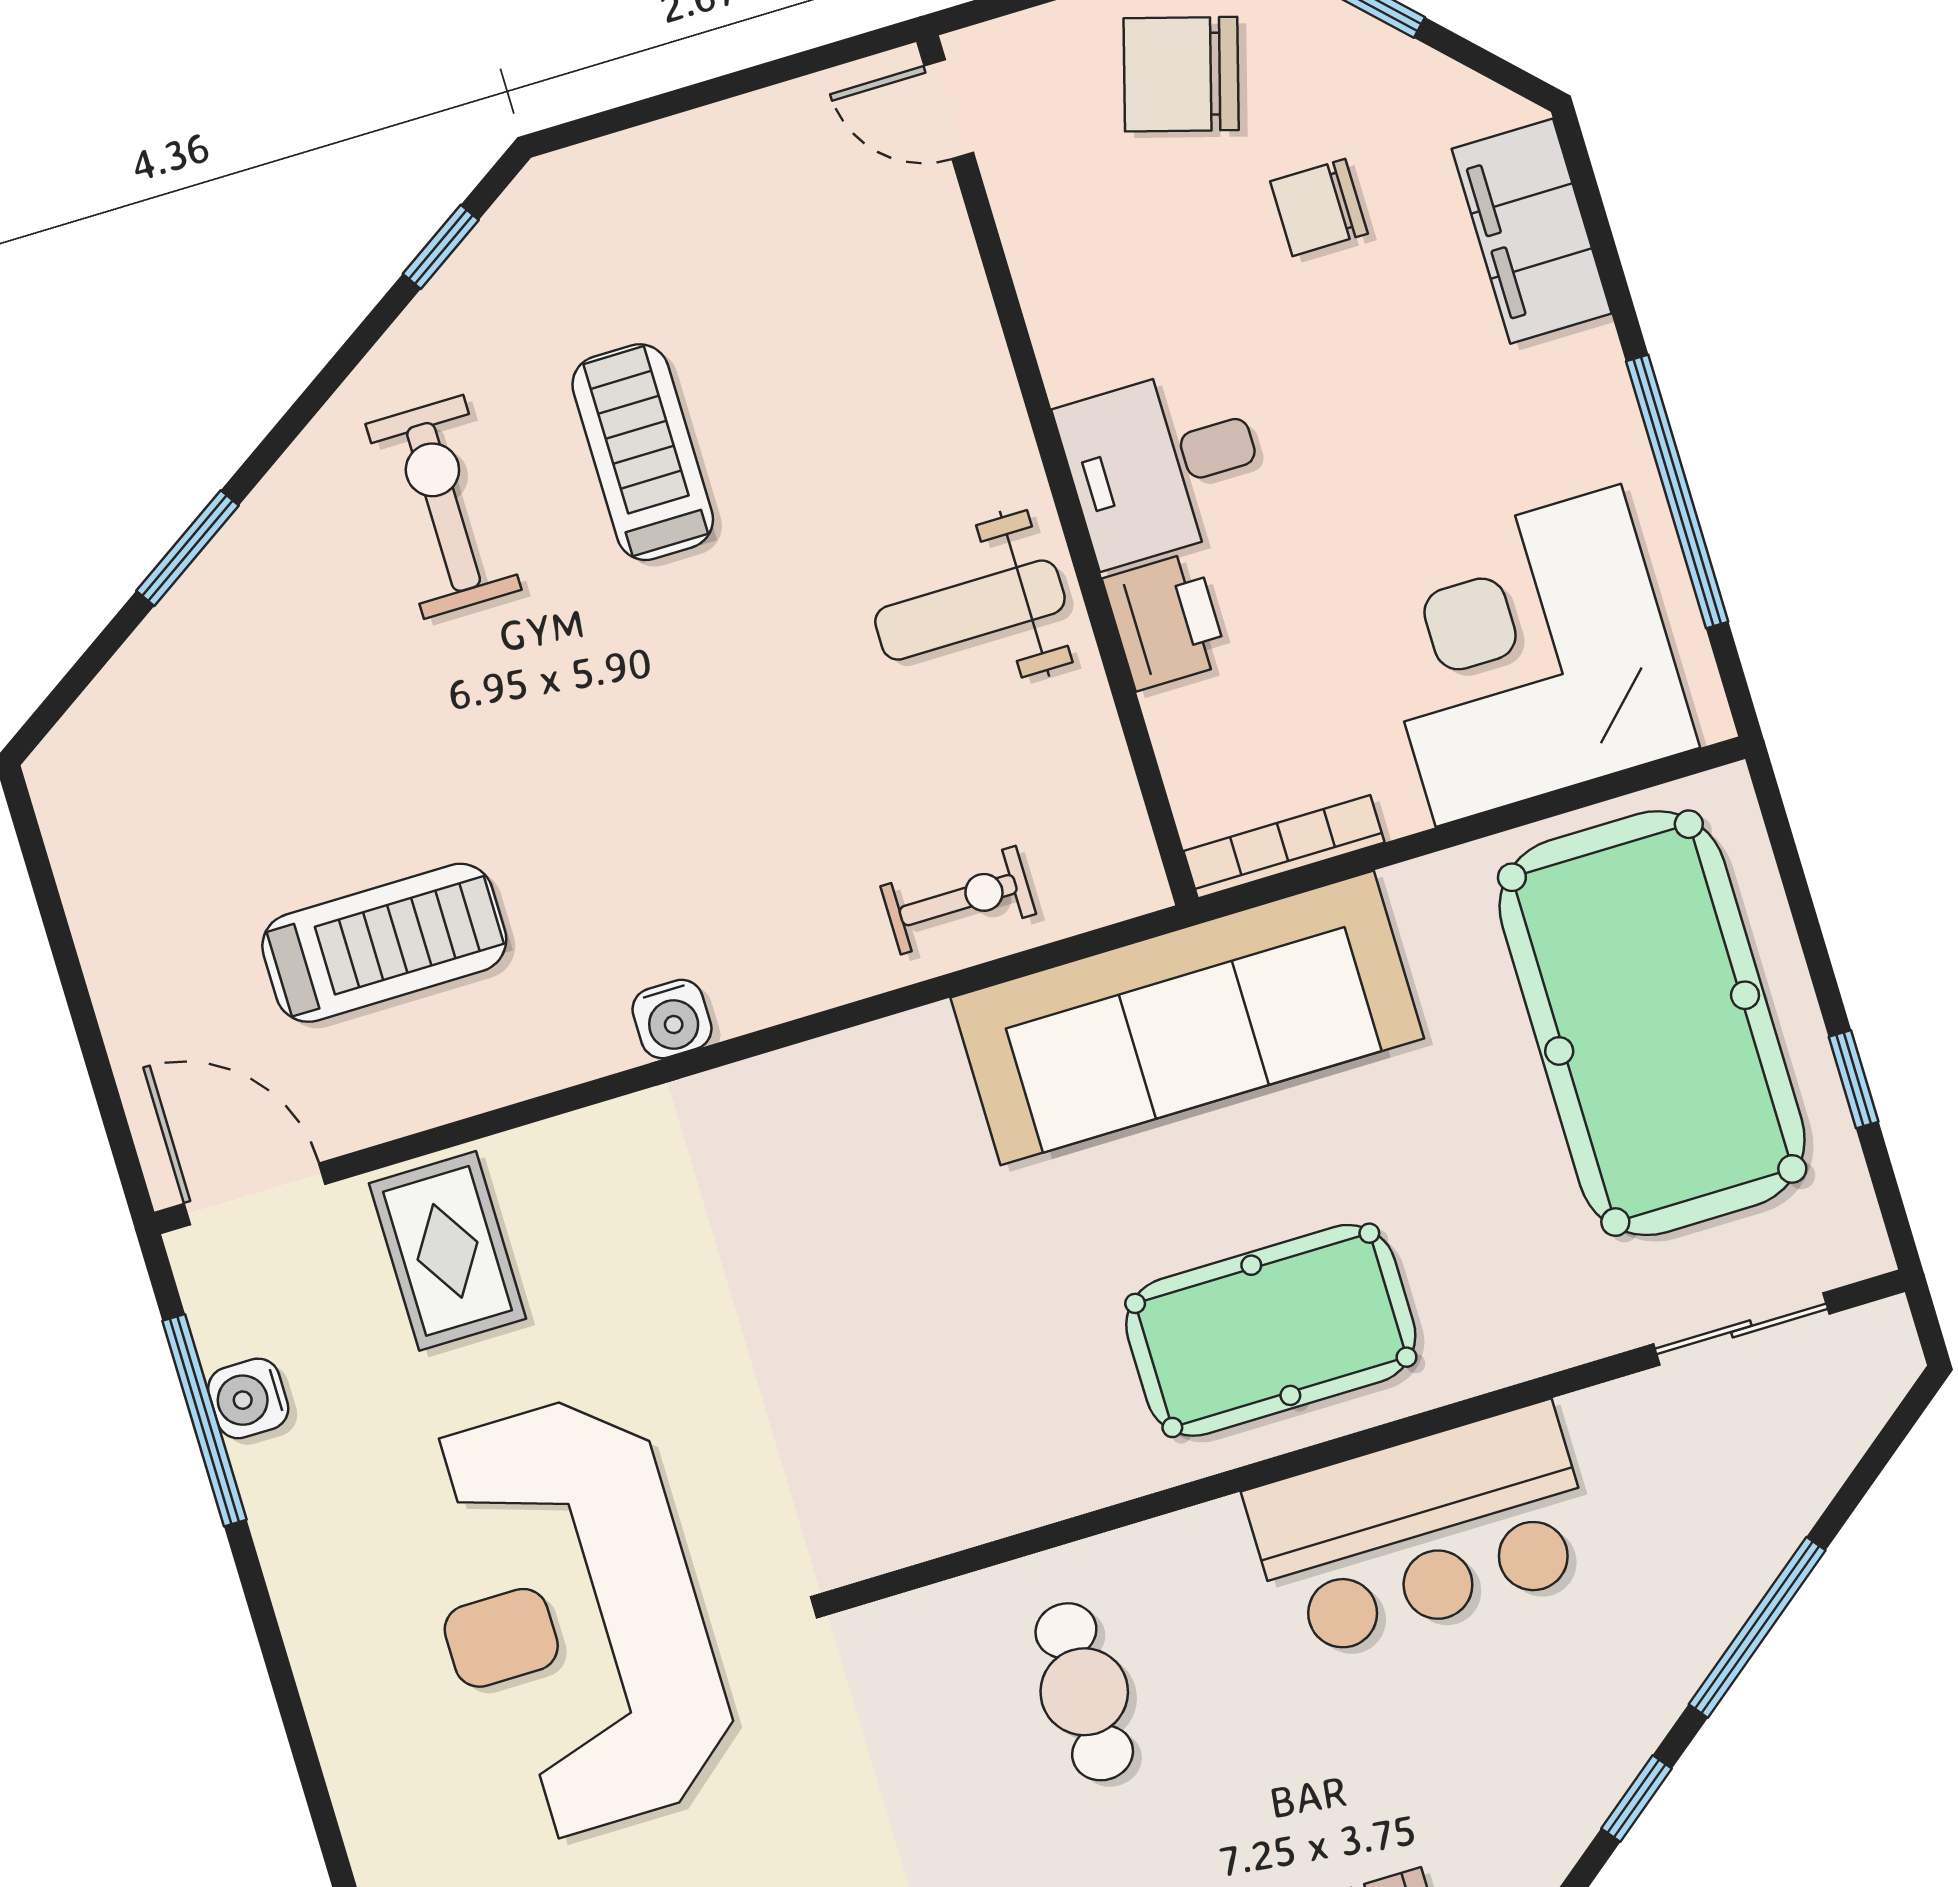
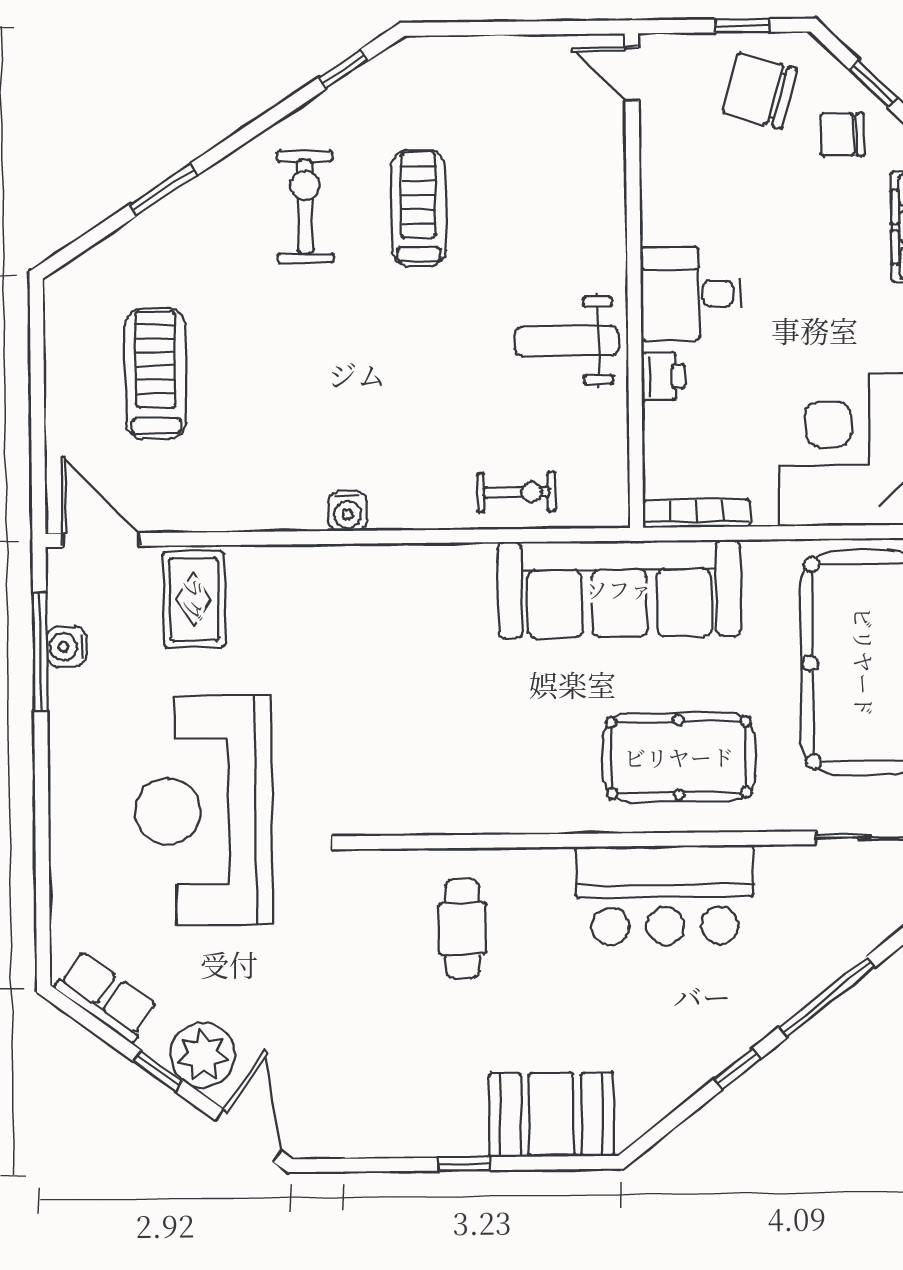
chair: (1319, 207) -> (842, 135), moved
printer: (1166, 621) -> (663, 377), width x0.73, depth x0.81
treadmill: (384, 943) -> (156, 374), moved, turned -90
pool table: (1271, 1330) -> (679, 757), moved

